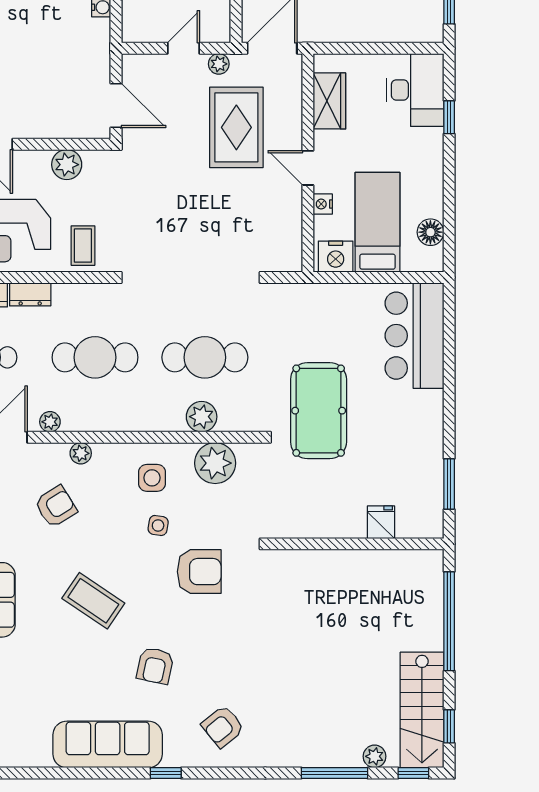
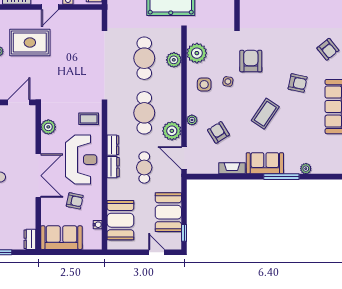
plant: (50, 422) -> (172, 131), width x1.88, depth x1.88

